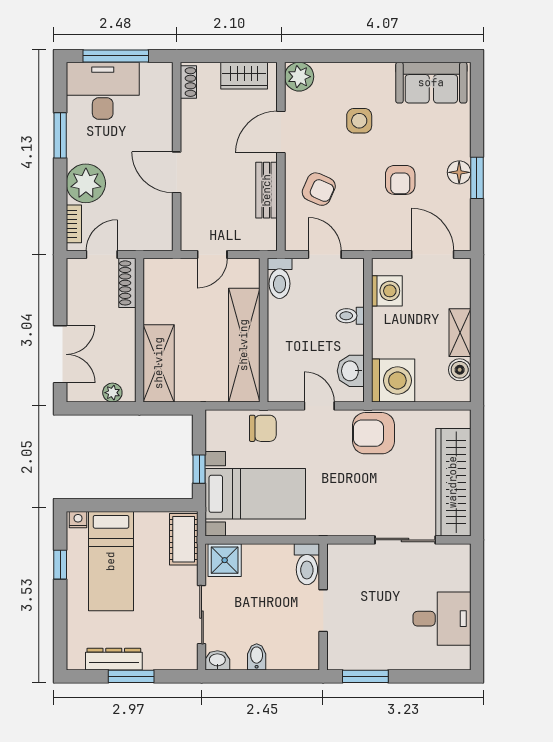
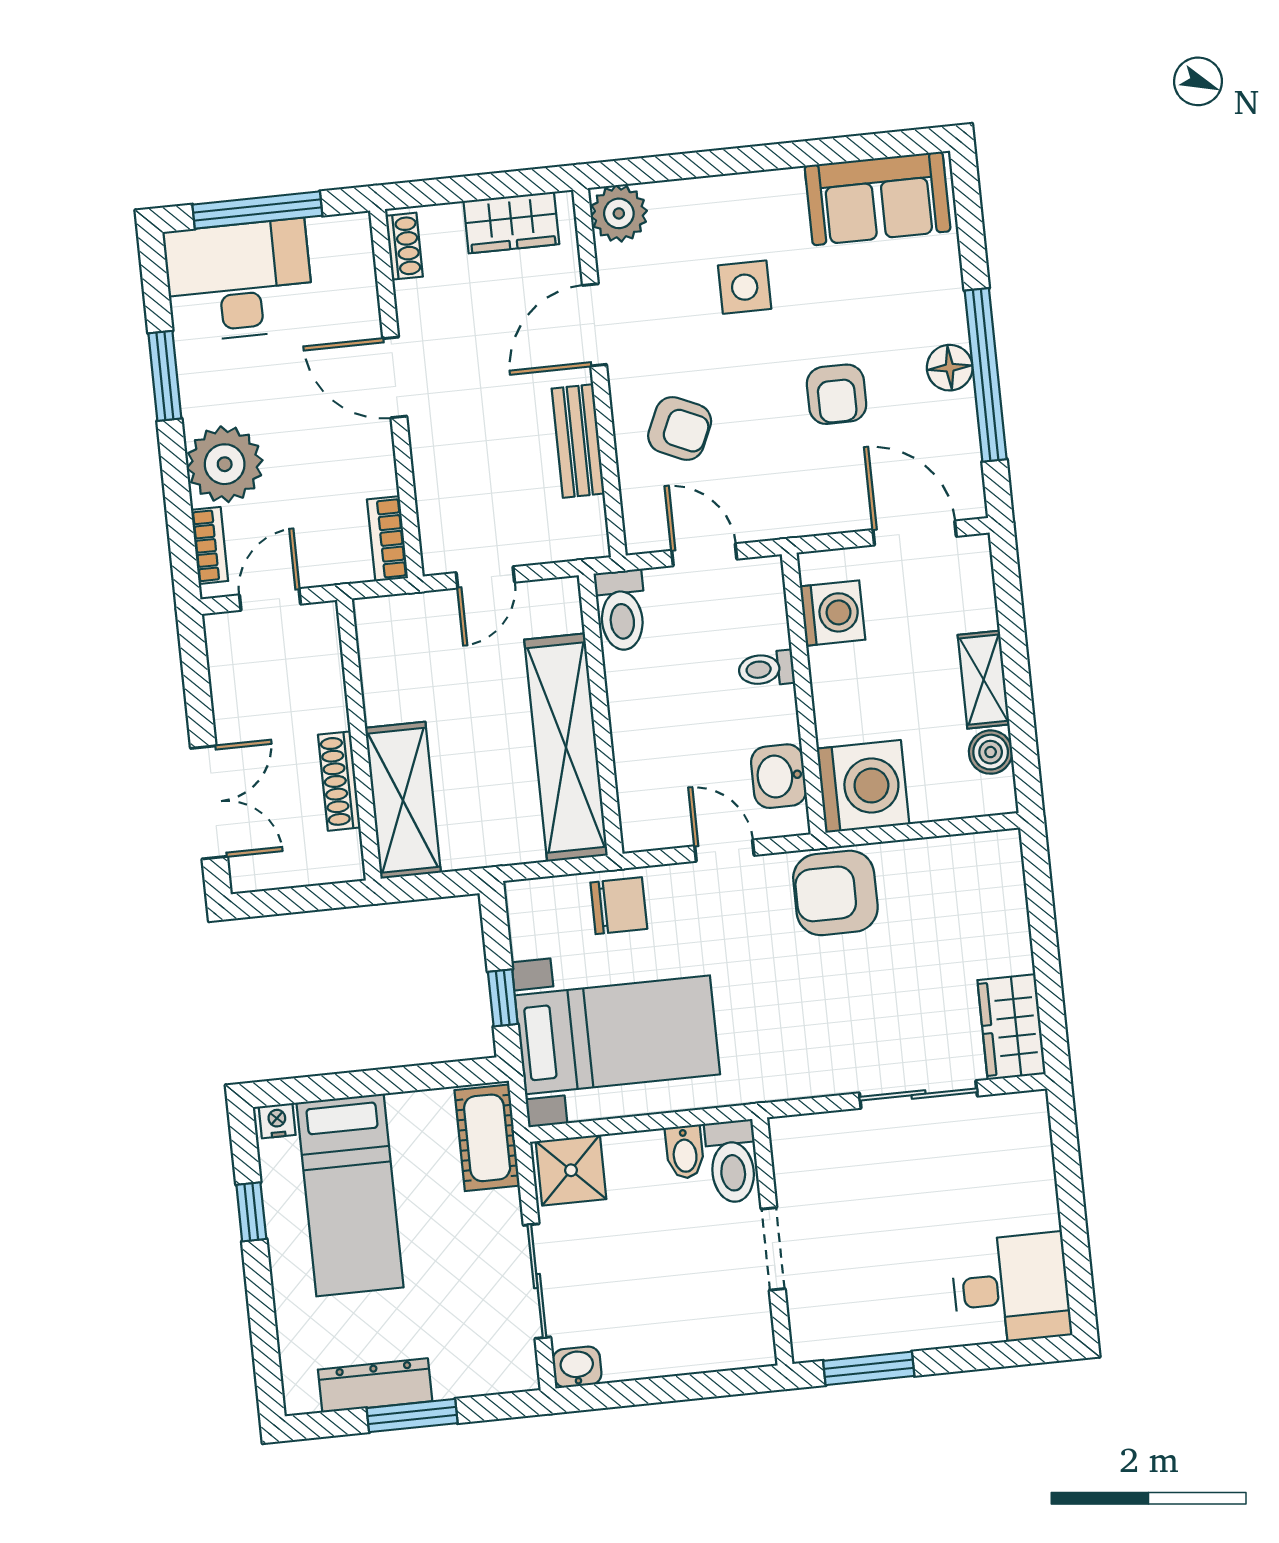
door: (177, 172) -> (395, 377), moved
window: (477, 178) -> (986, 375), width x2.11
bookcase: (165, 230) -> (387, 539), added
shoe rack: (127, 283) -> (339, 781), moved
plant: (112, 393) -> (319, 866), removed
wardrobe: (453, 482) -> (1011, 1027), width x0.48, depth x0.85
desk: (442, 619) -> (1011, 1289), moved
bidet: (257, 657) -> (685, 1152), moved, turned 180

